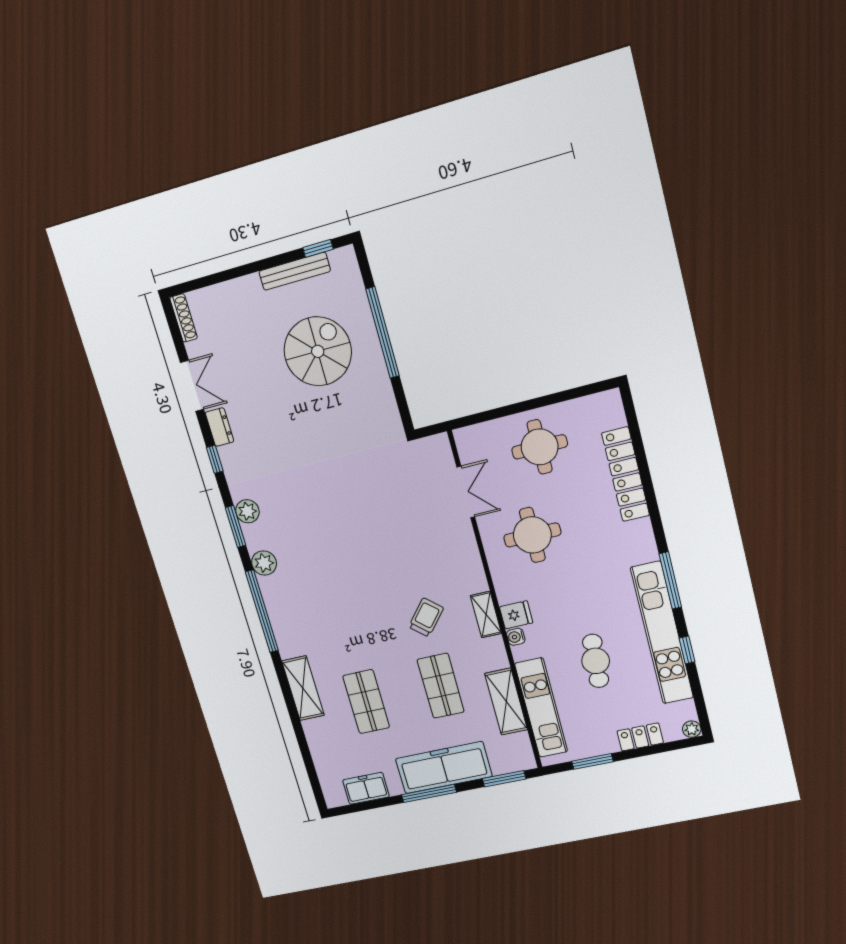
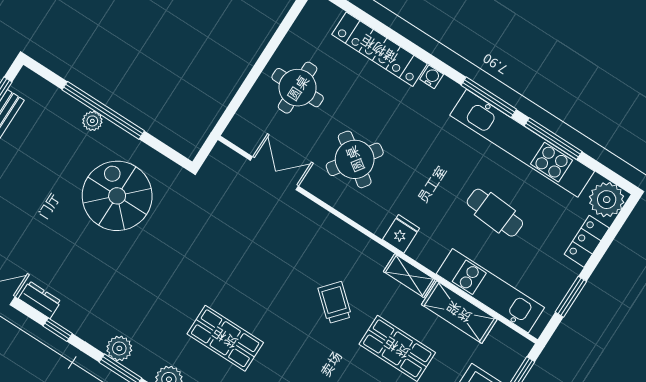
plant: (368, 333) -> (92, 121), added
spiral stairs: (318, 351) -> (117, 196), moved
round table: (532, 535) -> (355, 159), turned 35
shop shelf: (328, 572) -> (225, 338), added
shelving: (486, 615) -> (409, 276), moved
water cooler: (516, 637) -> (432, 77), moved, turned 180
window: (687, 650) -> (553, 139), width x2.17
plant: (692, 729) -> (607, 200), width x1.88, depth x1.88

